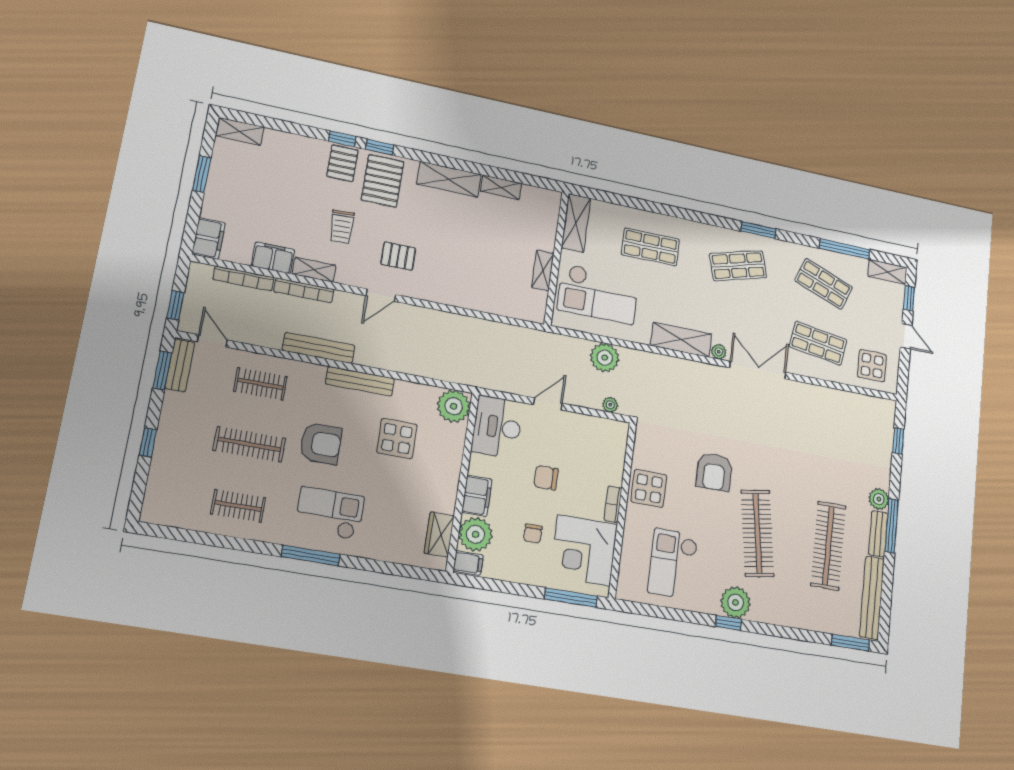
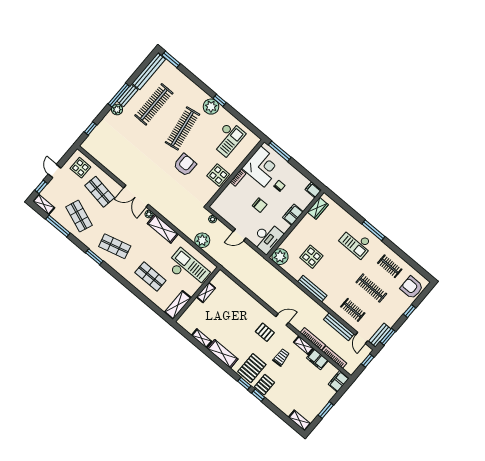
bench: (319, 348) -> (339, 327), moved
armchair: (321, 444) -> (412, 288), moved
plant: (476, 534) -> (303, 200), removed

